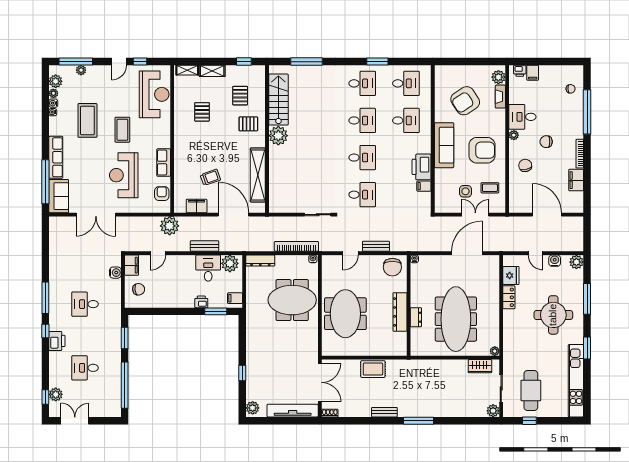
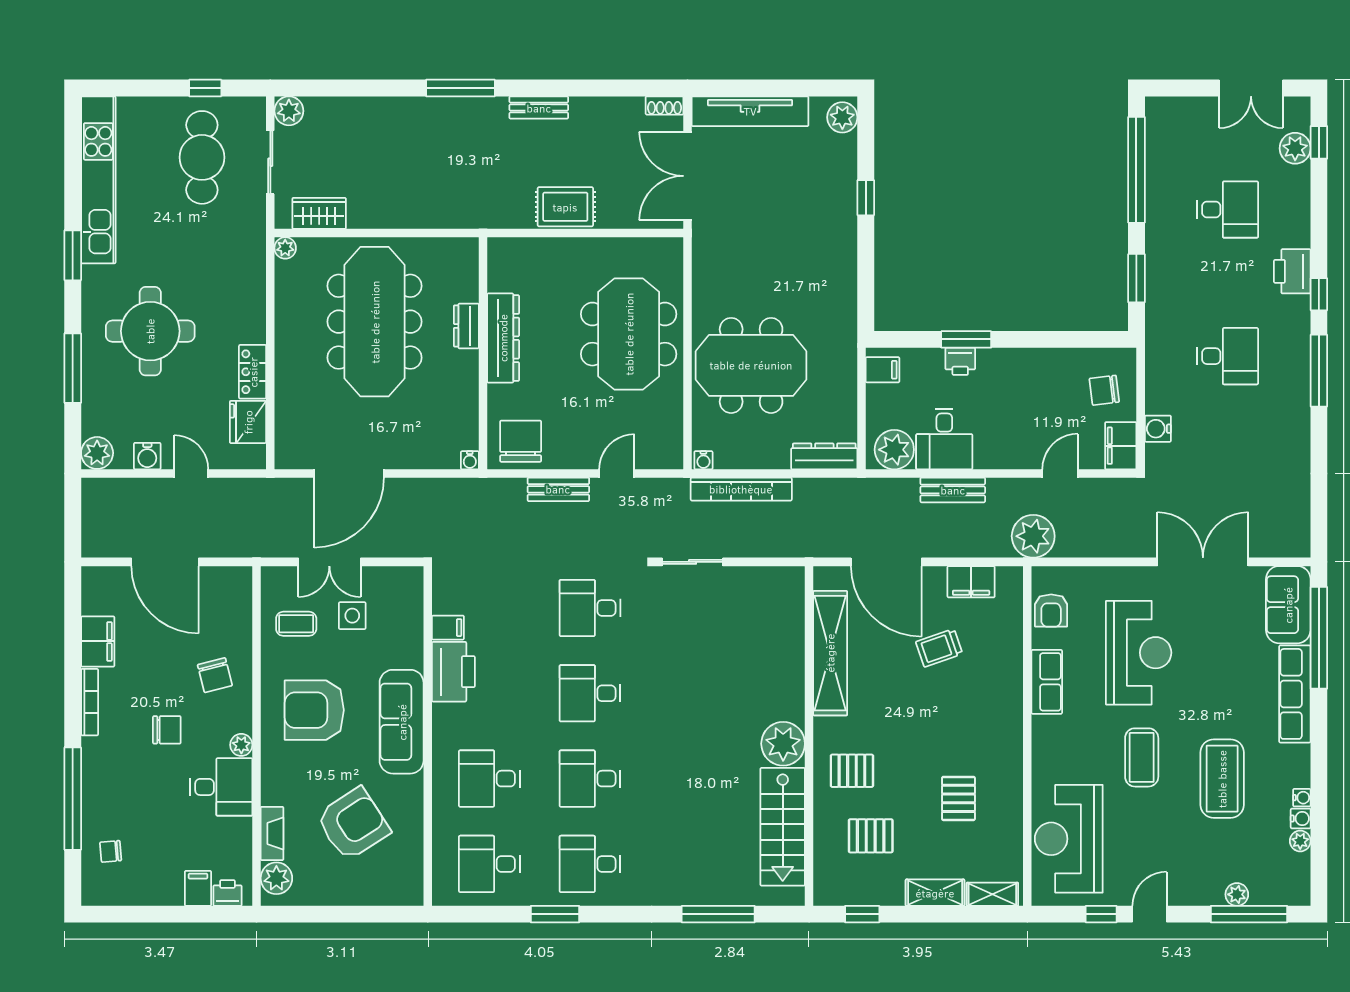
plant: (56, 81) -> (1295, 869), removed
pallet: (240, 96) -> (871, 836), turned 90
window: (216, 311) -> (966, 339), moved

